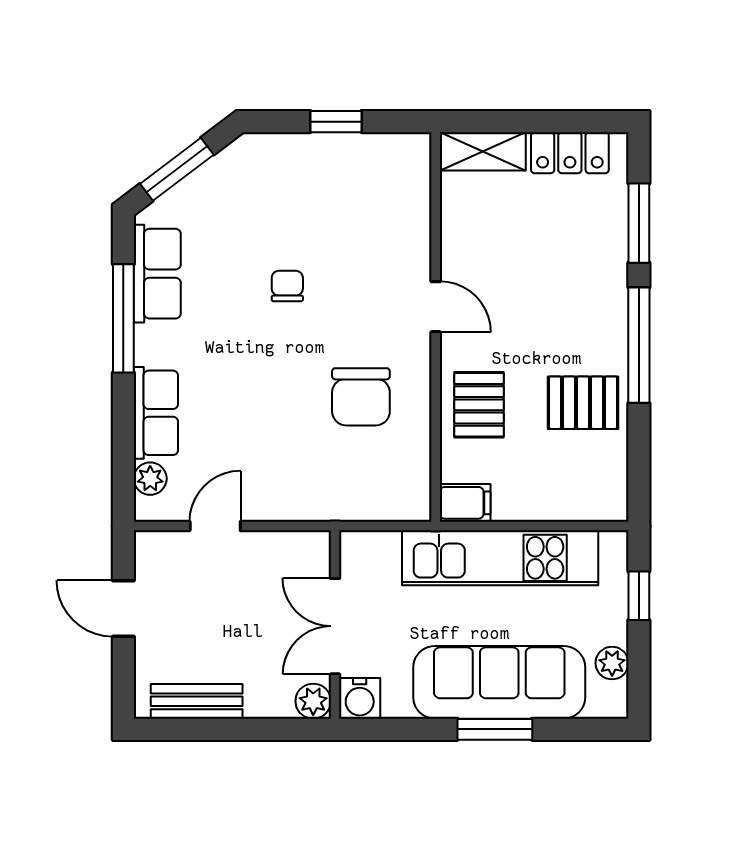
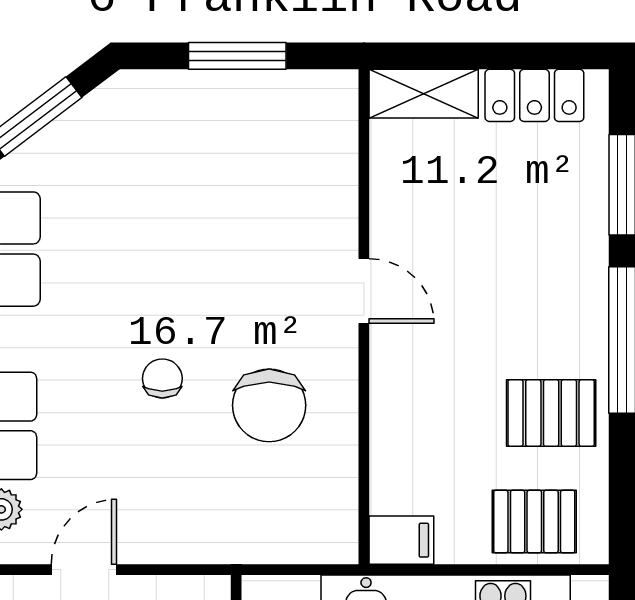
window: (336, 122) -> (237, 56), width x1.50
chair: (287, 286) -> (162, 378), moved
pallet: (479, 405) -> (534, 522), moved, turned 90

